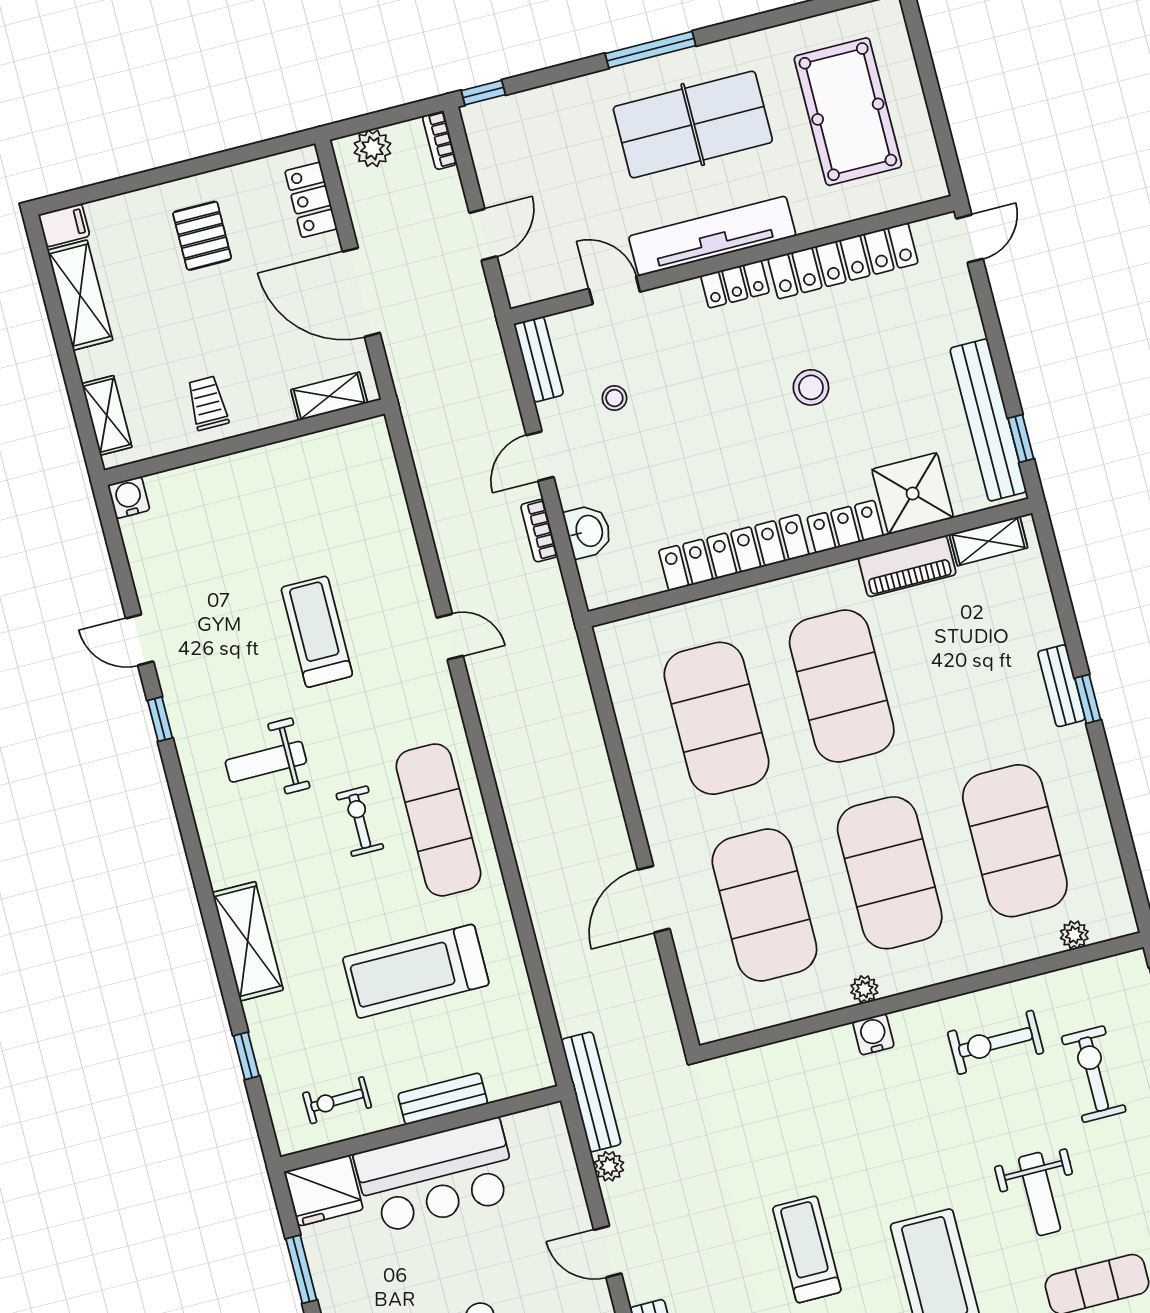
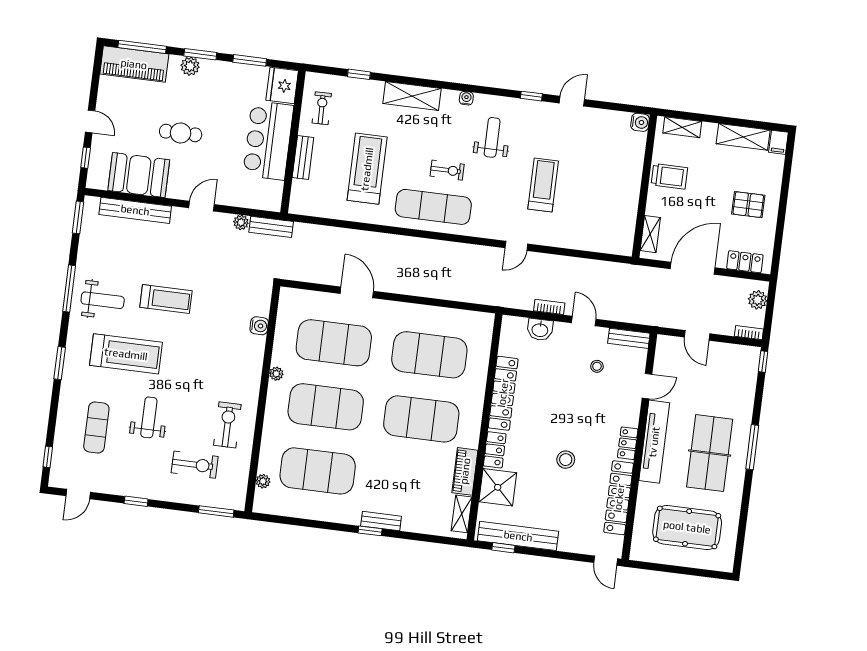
trolley: (208, 403) -> (669, 176), width x1.36, depth x1.39
treadmill: (317, 632) -> (543, 185), turned -90
water cooler: (212, 839) -> (466, 98), added
water cooler: (873, 1034) -> (259, 326), moved
bench: (591, 1092) -> (271, 227), width x0.73
weight bench: (1040, 1194) -> (149, 417), turned 90

